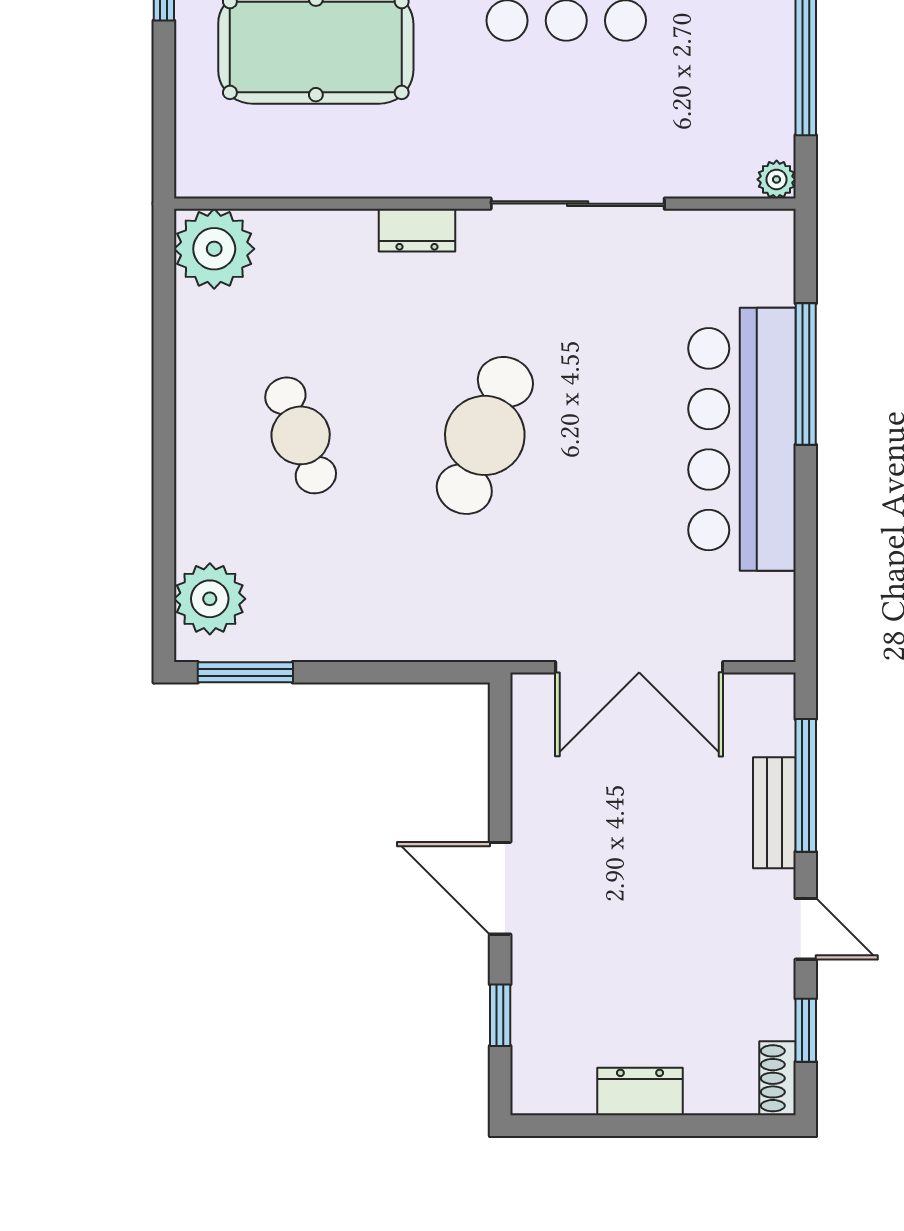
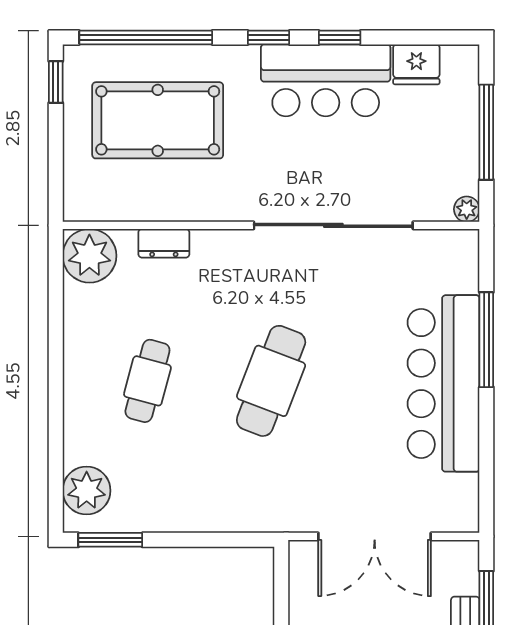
sliding door: (578, 204) -> (333, 225), width x1.36
dresser: (417, 230) -> (164, 243), moved
cafe table: (301, 435) -> (147, 381), turned 36

